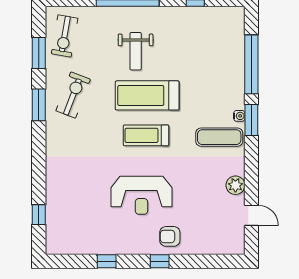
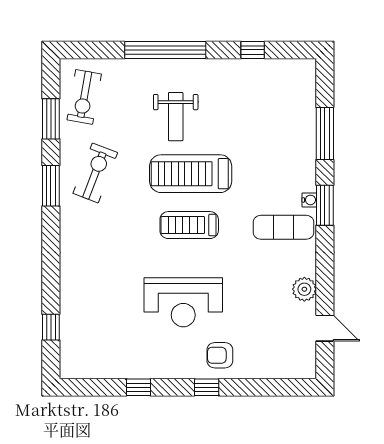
window: (251, 64) -> (325, 134), width x0.68

